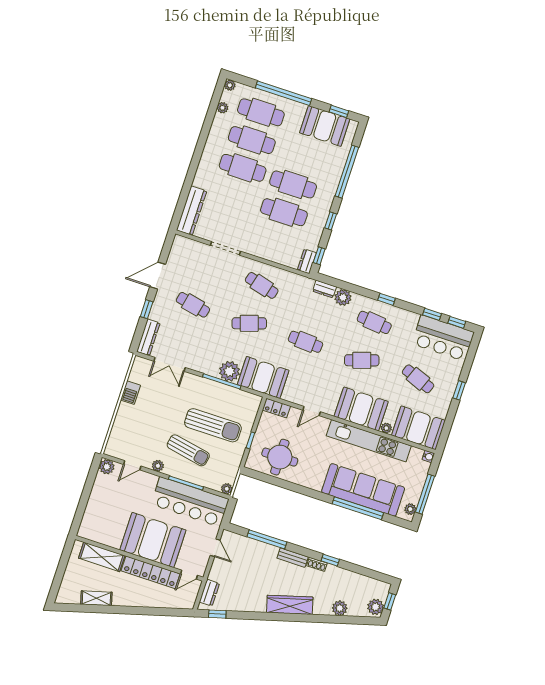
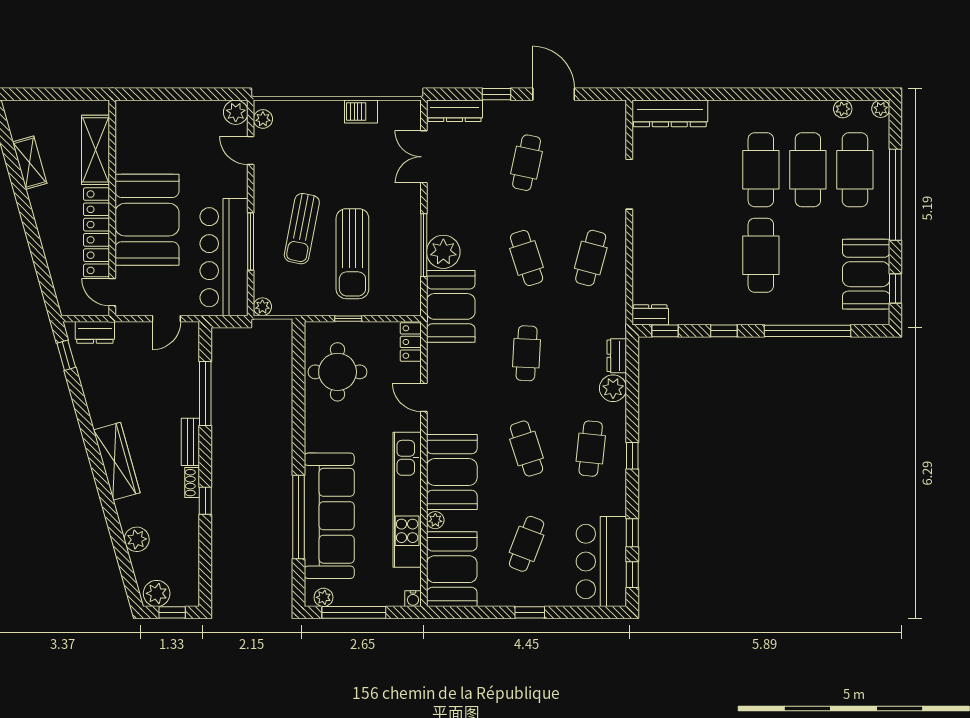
cafe table: (284, 212) -> (714, 255), removed
plant: (158, 466) -> (263, 119), moved

